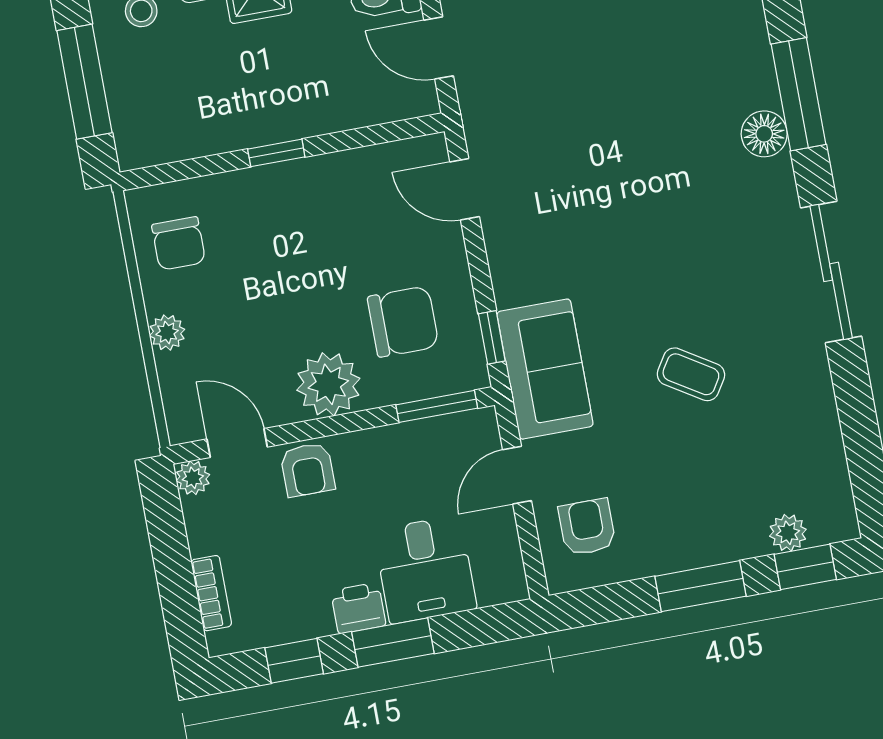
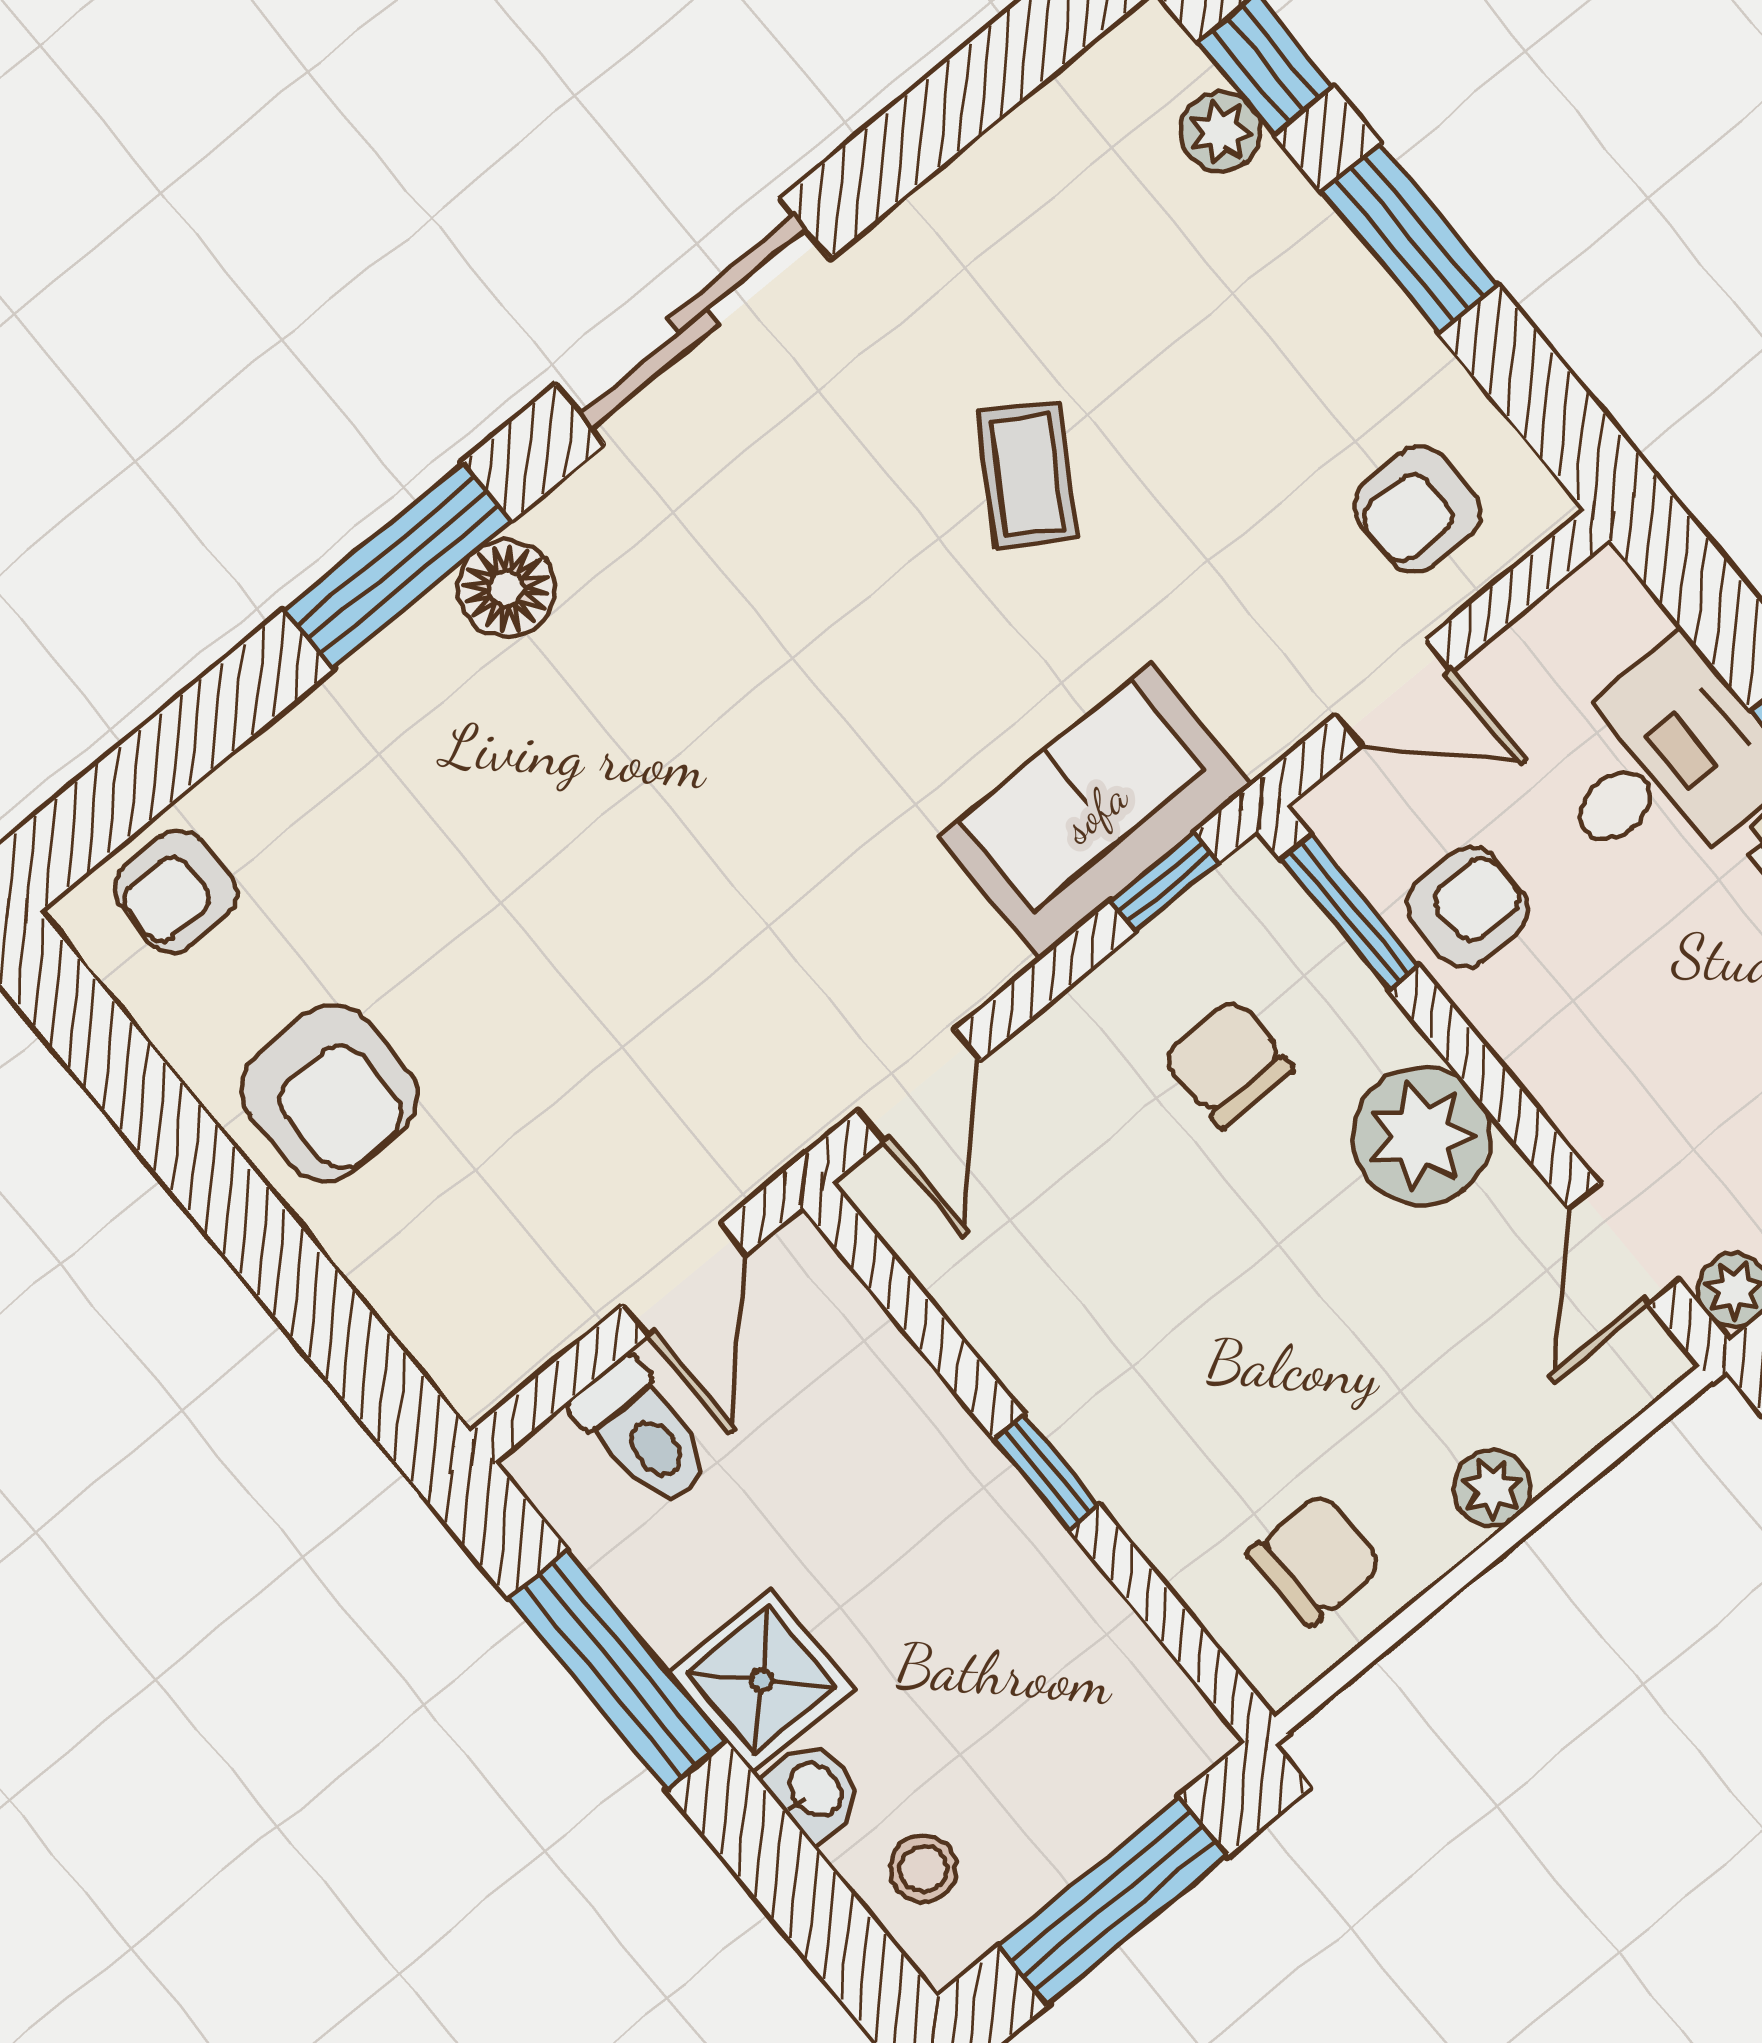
chair: (403, 322) -> (1228, 1063), width x0.73, depth x0.73
sofa: (545, 369) -> (1095, 811), moved
armchair: (308, 470) -> (1467, 907), moved

